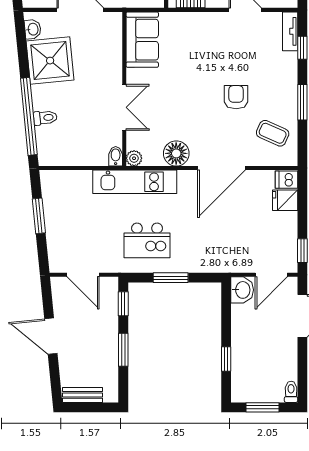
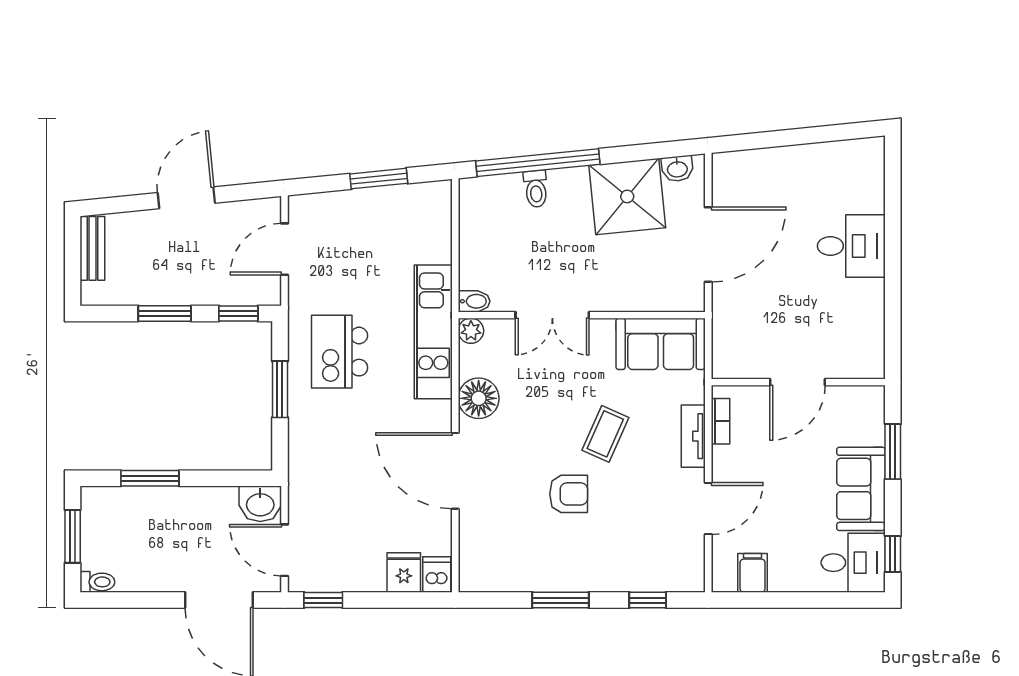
tv unit: (290, 31) -> (693, 436), moved, turned -90
coffee table: (273, 133) -> (605, 434), moved
window: (226, 359) -> (150, 478), width x1.50

